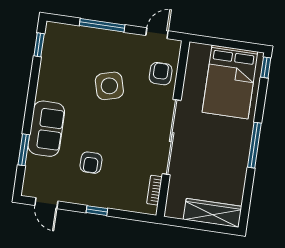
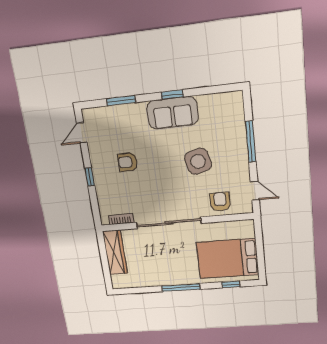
window: (39, 45) -> (172, 95), moved
window: (266, 67) -> (231, 284), moved
armchair: (161, 74) -> (220, 202), turned -90
sofa: (46, 129) -> (172, 113), moved
wardrobe: (213, 213) -> (115, 252), moved

